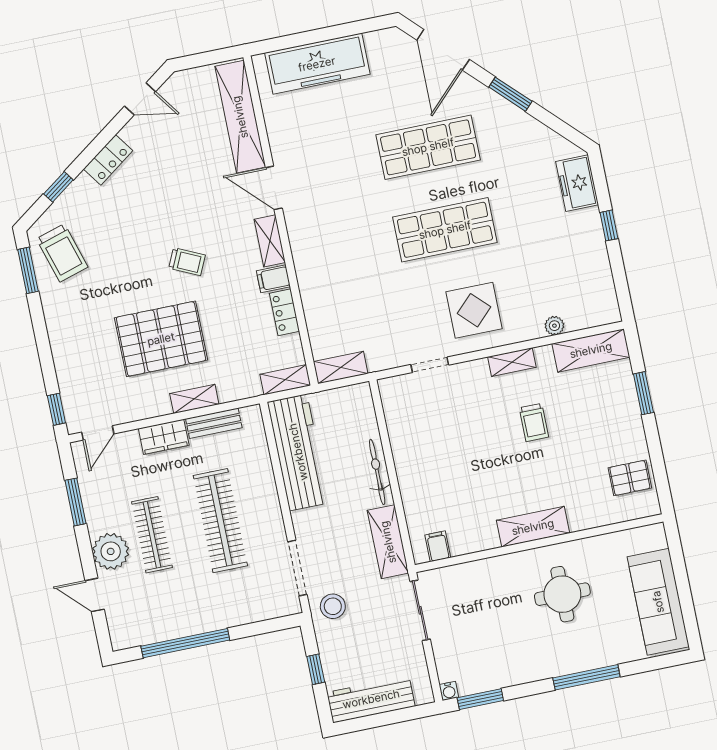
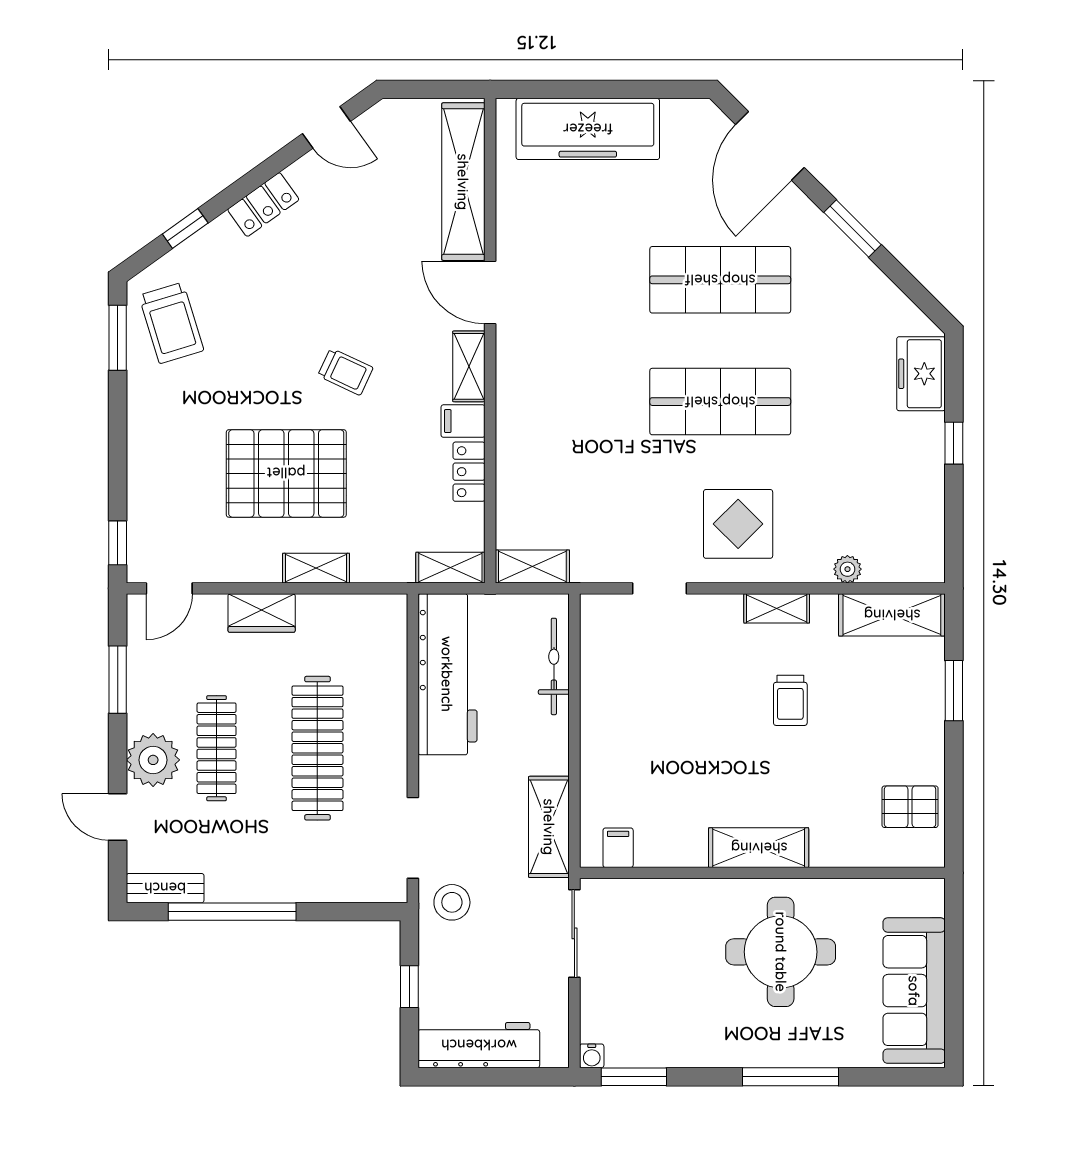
bench: (214, 423) -> (165, 888), moved
bicycle: (377, 472) -> (554, 666), moved
round table: (562, 594) -> (781, 952), width x1.36, depth x1.36

